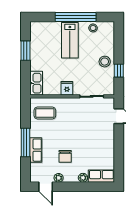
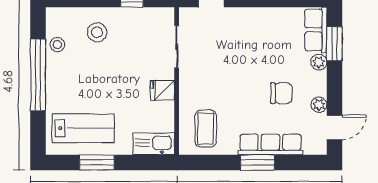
lab bench: (70, 40) -> (83, 128), moved
stool: (105, 62) -> (97, 32), moved
window: (25, 143) -> (257, 162), width x0.69
row of seats: (36, 150) -> (270, 144), width x1.48
window: (93, 187) -> (334, 44), added

